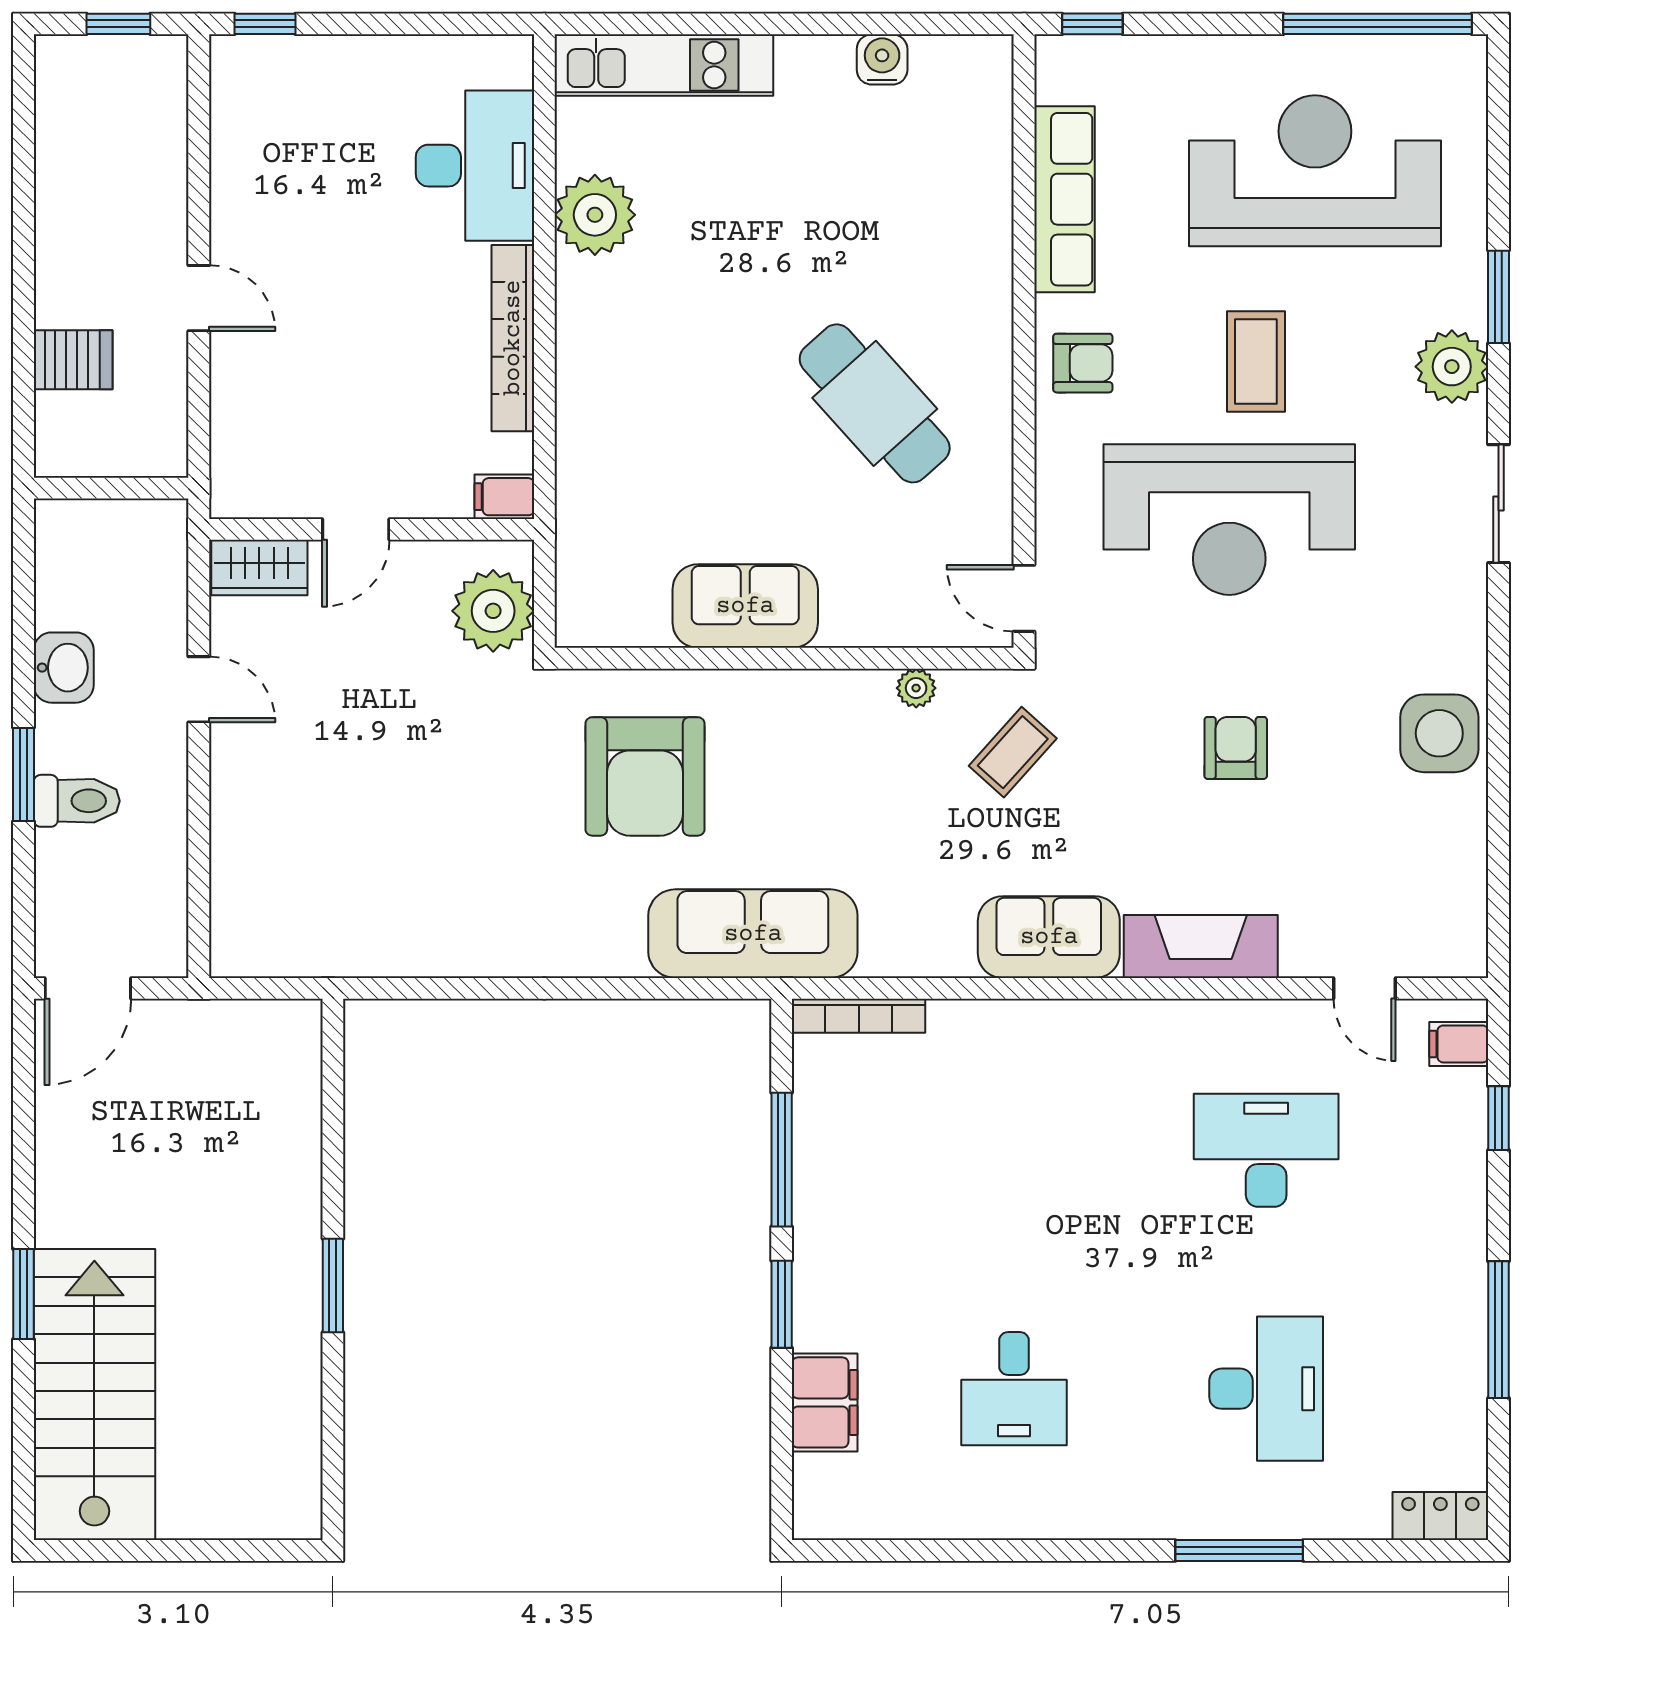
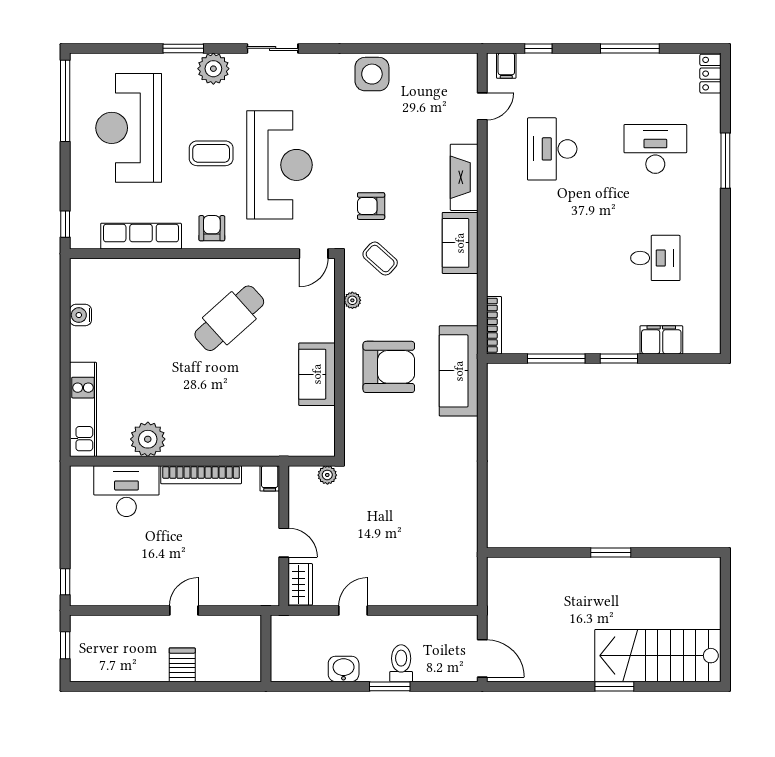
server rack: (73, 360) -> (182, 665), moved
plant: (493, 611) -> (327, 475), width x0.53, depth x0.53
armchair: (1236, 748) -> (371, 206), moved
armchair: (645, 776) -> (389, 367), moved

